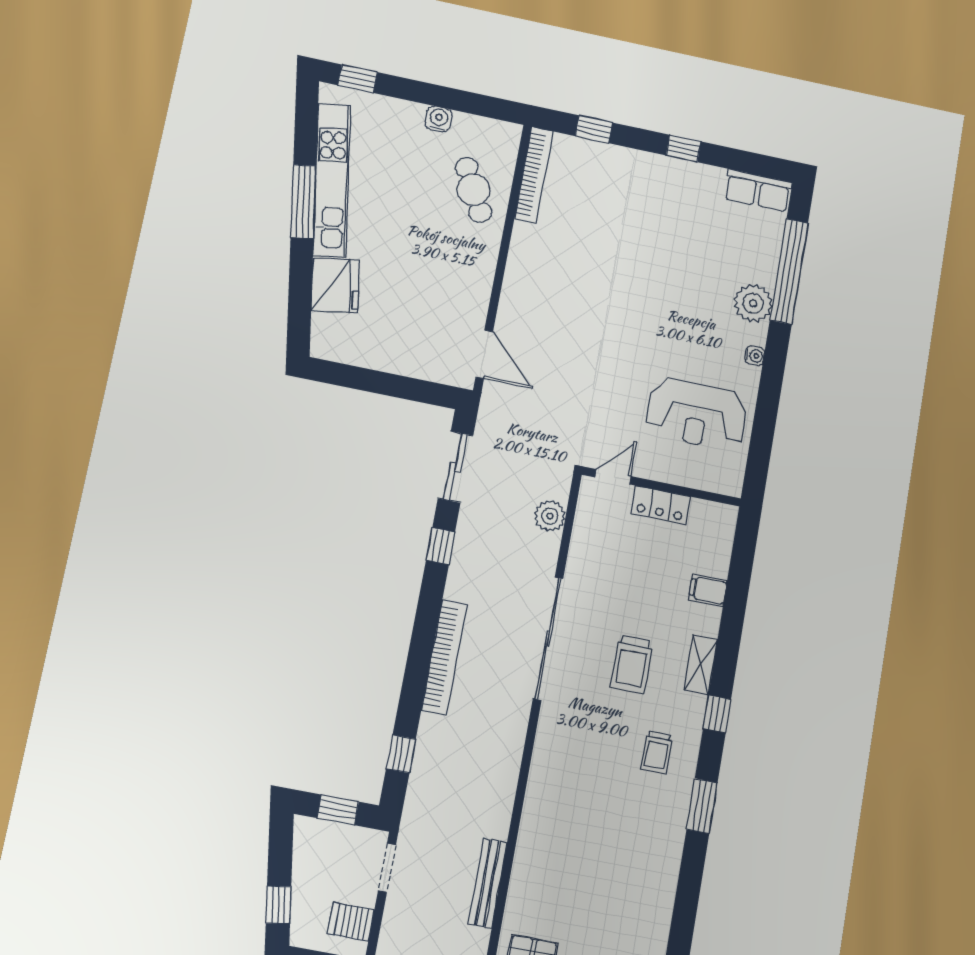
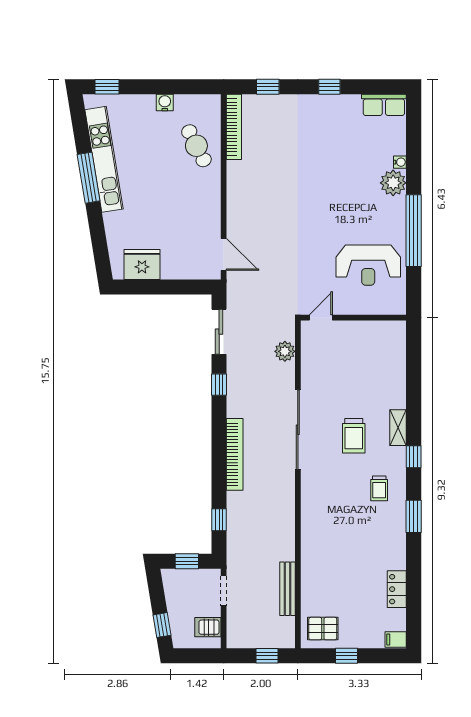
window: (789, 271) -> (414, 231), moved
fridge: (335, 285) -> (142, 264), moved, turned -81
water cooler: (755, 356) -> (400, 162), moved
locker: (660, 505) -> (397, 589), moved, turned 90
filing cabinet: (708, 590) -> (395, 379), removed

